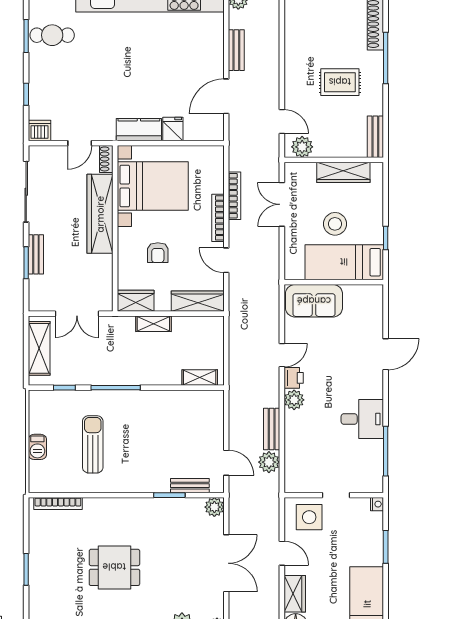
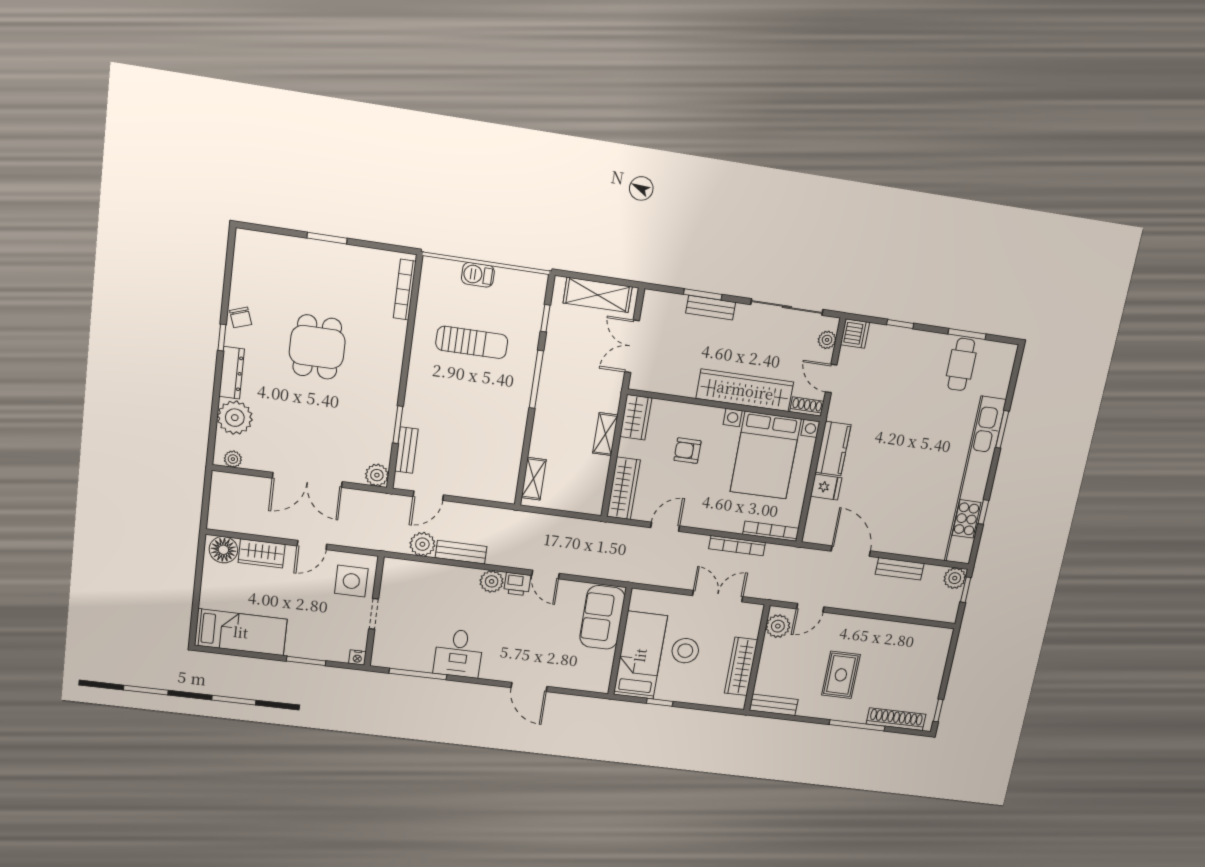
plant: (48, 153) -> (827, 340), added
bookcase: (218, 218) -> (771, 531), moved

